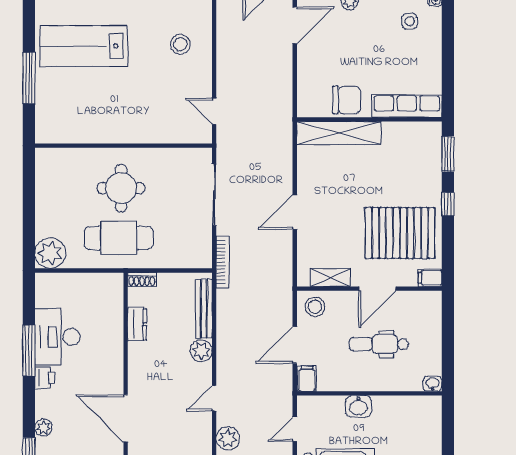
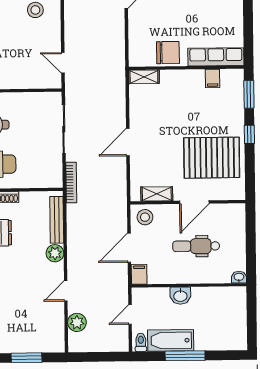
shelving: (339, 133) -> (144, 77), width x0.45, depth x0.75
filing cabinet: (430, 278) -> (213, 78), moved, turned -90

